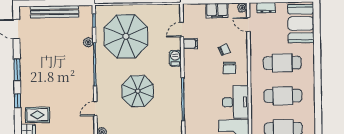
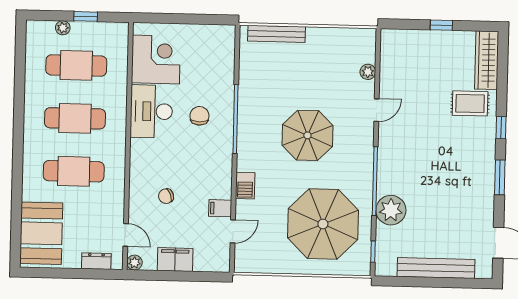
plant: (88, 42) -> (391, 210), width x1.88, depth x1.88
chair: (229, 68) -> (199, 116), moved

